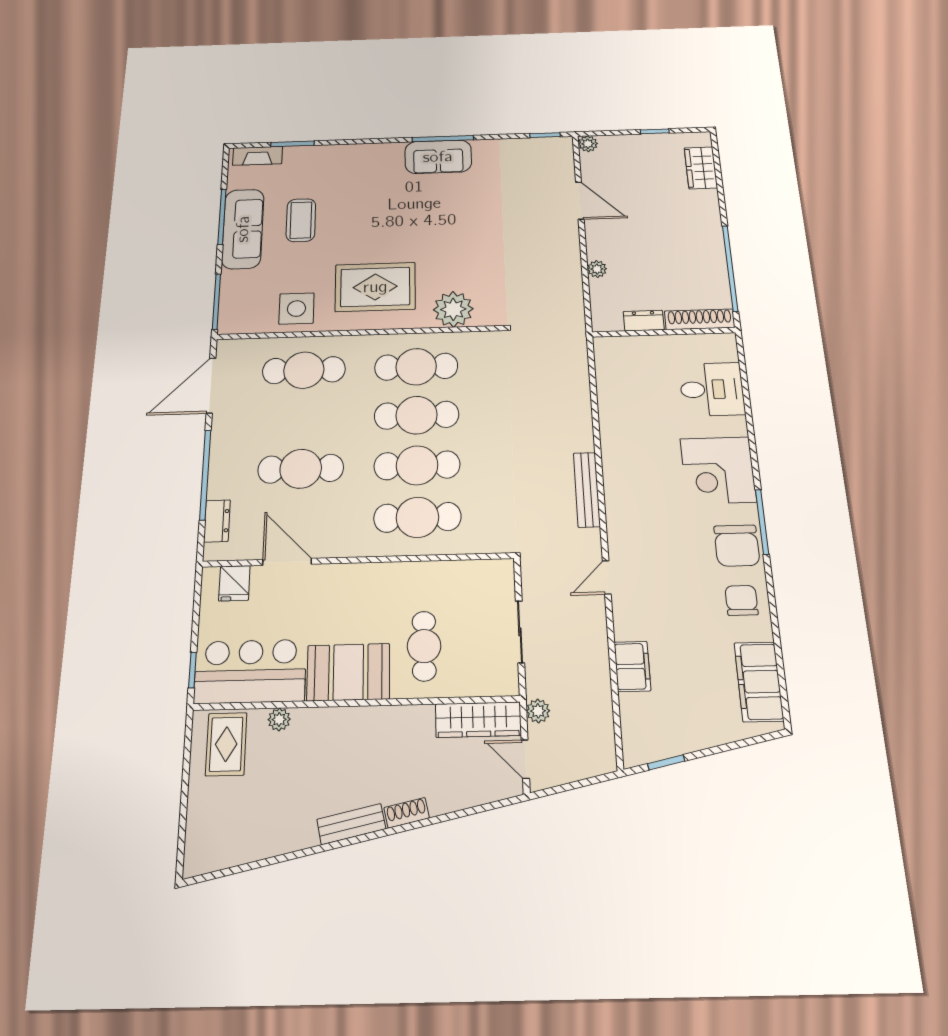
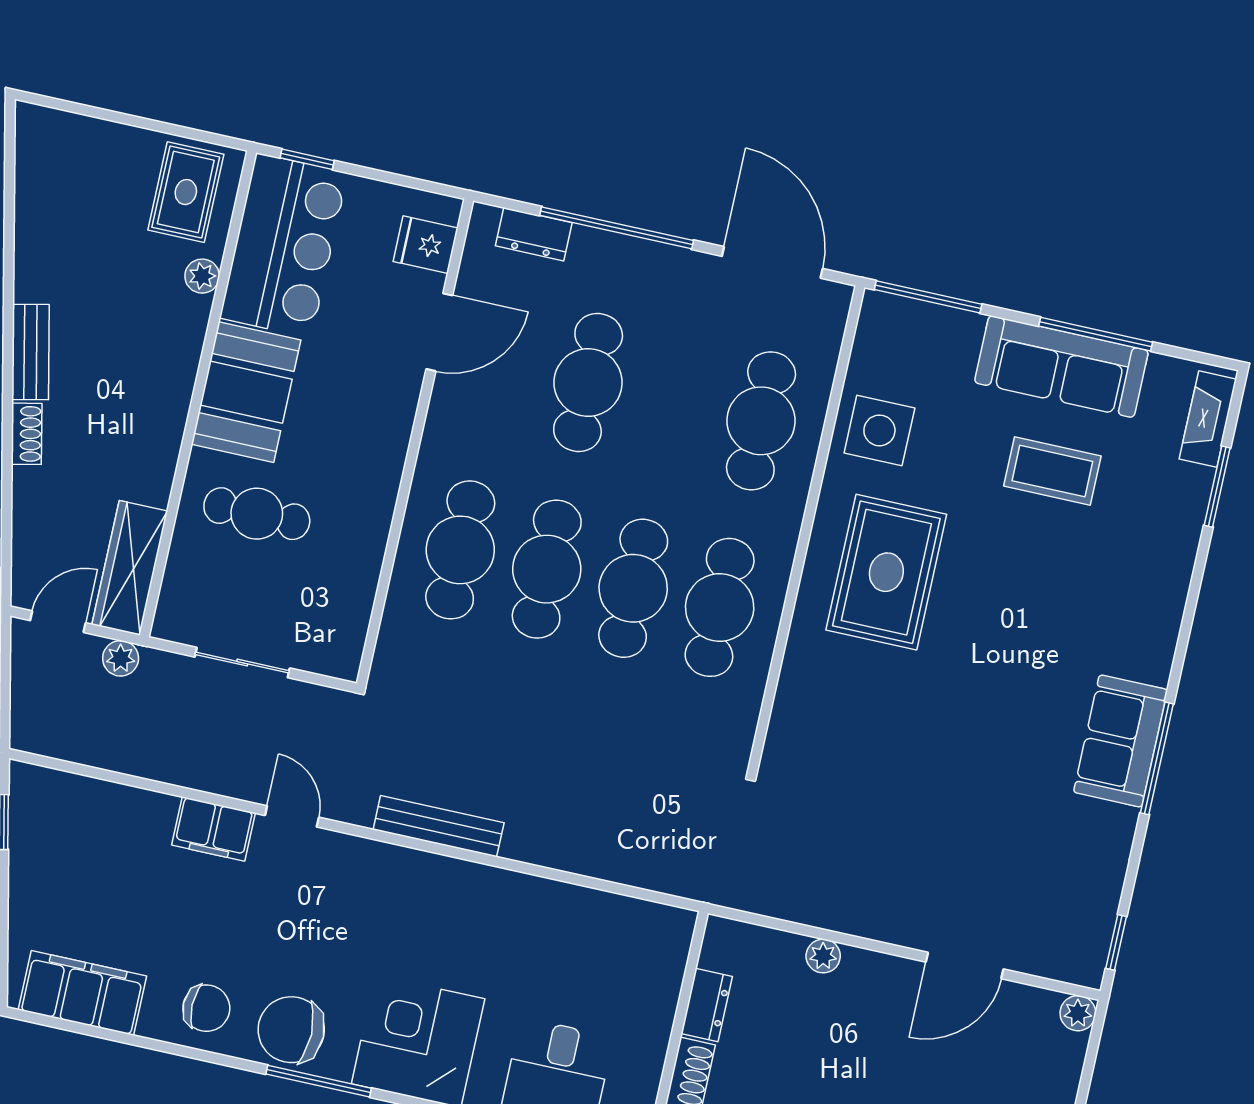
plant: (453, 309) -> (810, 694), removed
filing cabinet: (632, 666) -> (213, 829), moved
rug: (226, 744) -> (186, 192), turned 90

